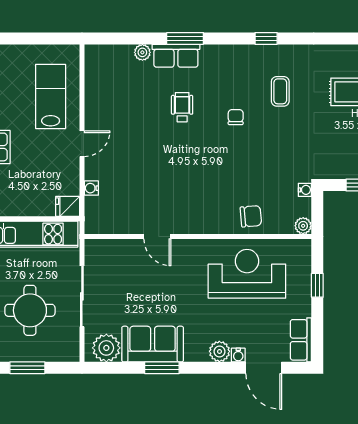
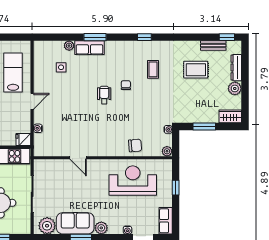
side table: (129, 88) -> (61, 67), added
wheelchair: (182, 107) -> (104, 95), moved
plant: (219, 351) -> (101, 228), moved

